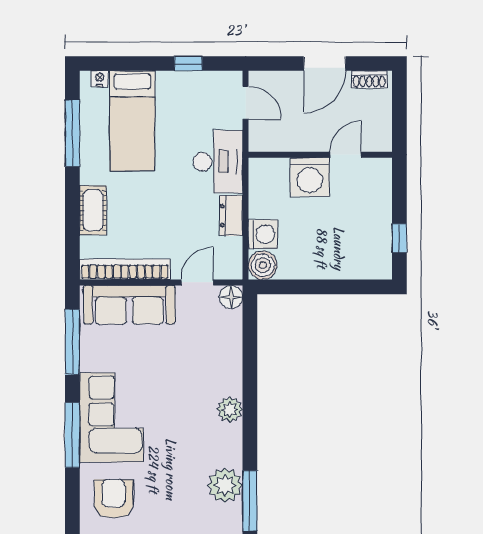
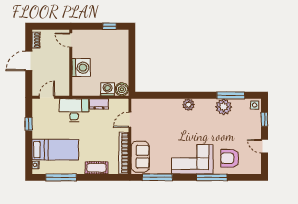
door: (325, 63) -> (29, 61), swing flipped
door: (346, 155) -> (71, 40), moved
door: (197, 282) -> (130, 120), hinge flipped
floor lamp: (231, 297) -> (137, 104), removed
sofa: (129, 305) -> (140, 157), width x0.73
window: (72, 435) -> (212, 177), moved

